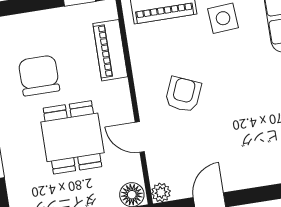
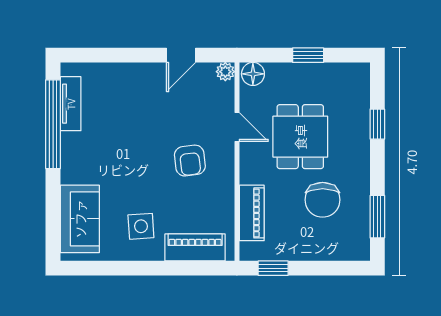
armchair: (183, 94) -> (190, 161), turned -30

